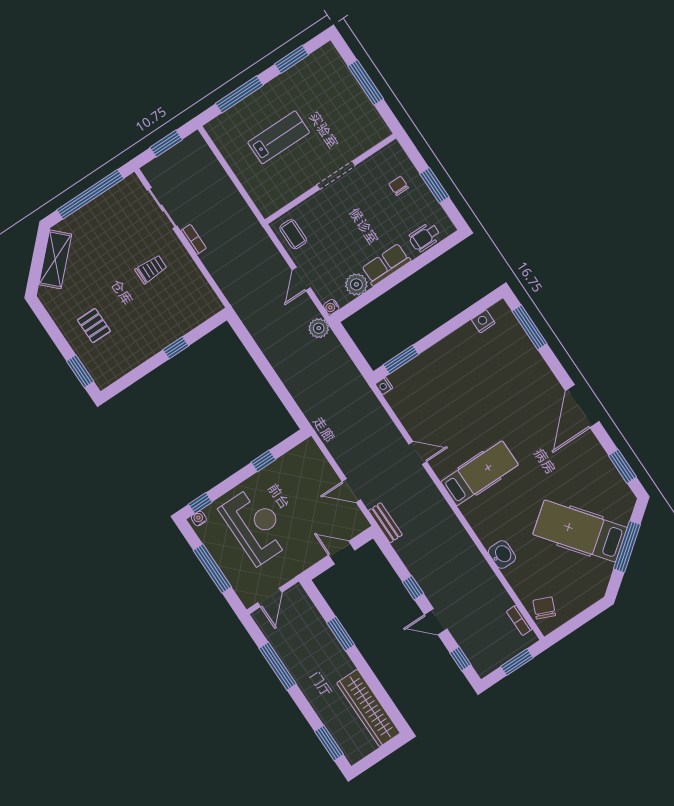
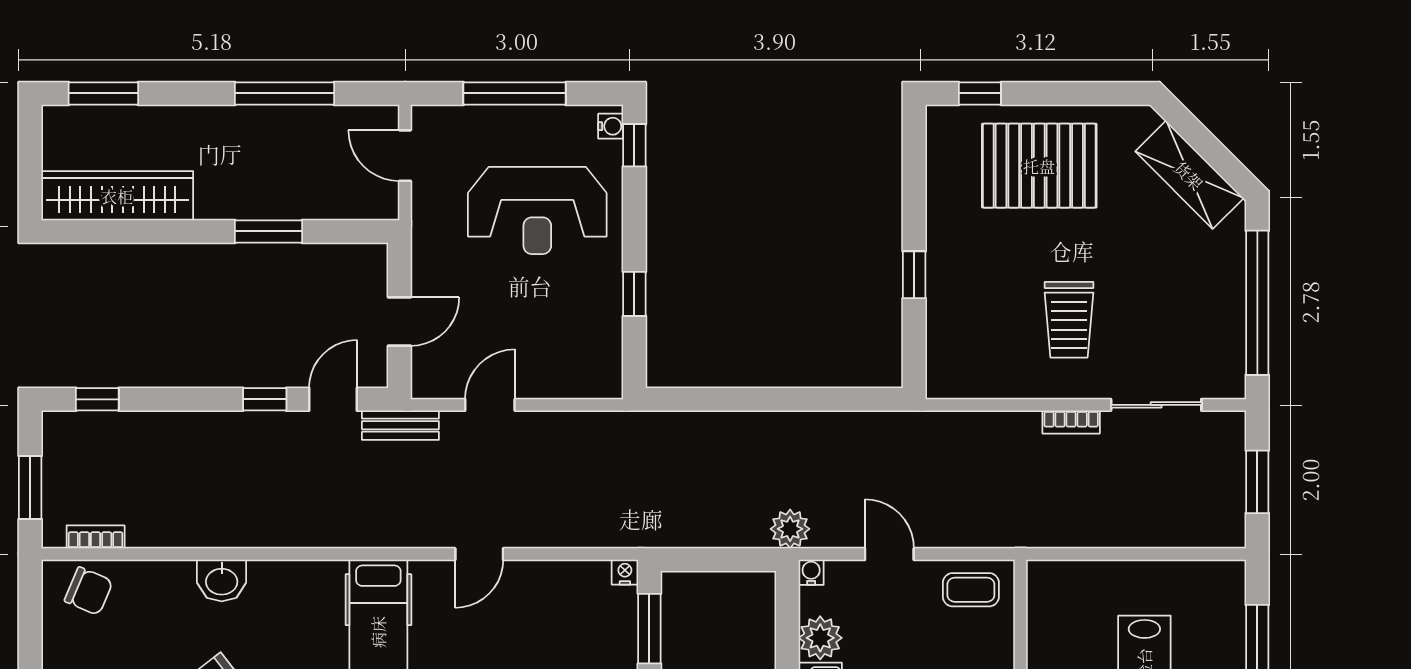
trolley: (151, 269) -> (1069, 320), width x1.36, depth x1.39
pallet: (94, 326) -> (1039, 166), width x2.05, depth x2.00
window: (80, 371) -> (980, 93), width x0.67
door: (436, 622) -> (333, 399), moved

